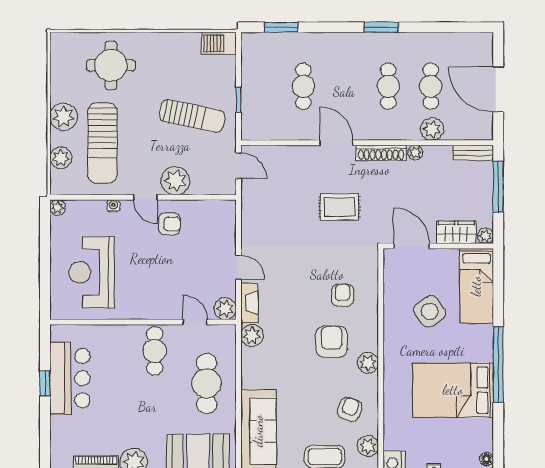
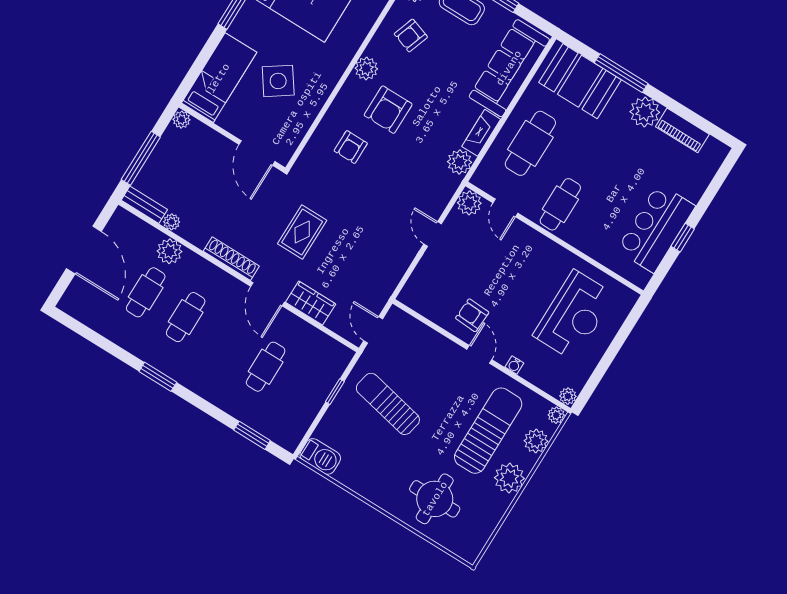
plant: (415, 153) -> (172, 222), moved
plant: (175, 181) -> (556, 415), moved, width x0.53, depth x0.53
rug: (339, 207) -> (302, 232), turned 90
wardrobe: (456, 232) -> (311, 303), moved, turned 180
fireplace: (249, 303) -> (481, 133), moved

